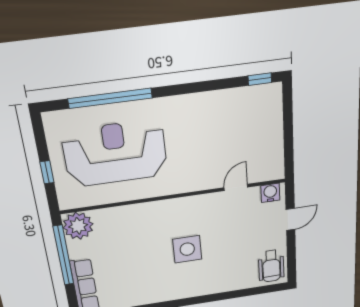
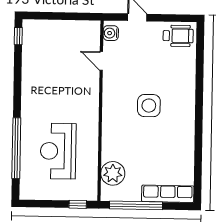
reception desk: (115, 153) -> (58, 151), width x0.74, depth x0.77
window: (47, 172) -> (78, 204), moved
plant: (78, 226) -> (113, 173), moved

